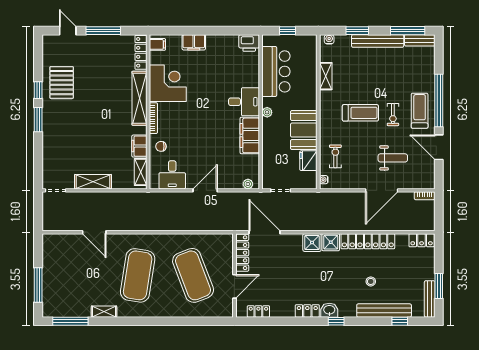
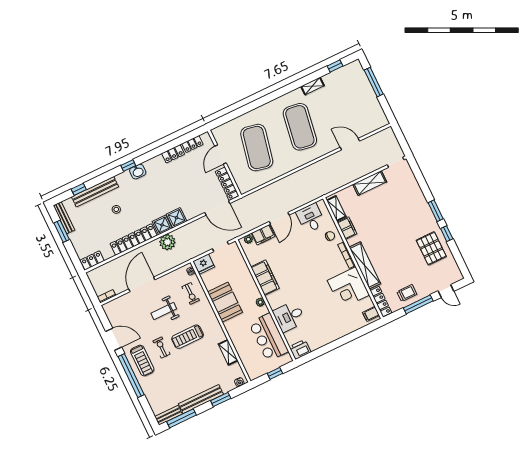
filing cabinet: (194, 42) -> (263, 235), moved, turned 180
trolley: (110, 48) -> (407, 293), added
desk: (244, 102) -> (289, 316), moved
weight bench: (393, 158) -> (164, 311), moved
fridge: (308, 161) -> (204, 264), moved, turned 90
plant: (334, 222) -> (167, 242), added
exercise mat: (193, 275) -> (257, 148), turned 33
locker: (307, 311) -> (173, 154), moved
window: (70, 321) -> (335, 66), width x0.46

